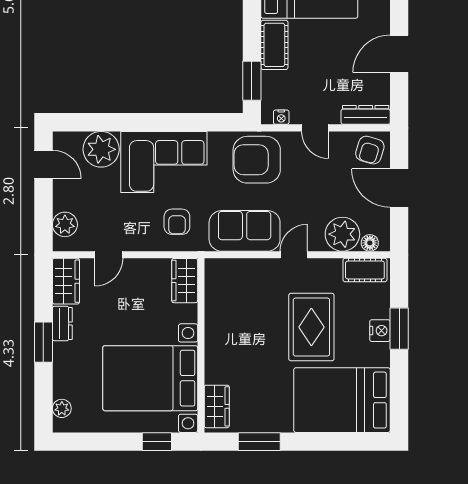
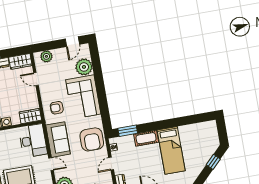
armchair: (257, 160) -> (92, 139), turned 180
desk: (238, 284) -> (33, 141), added

